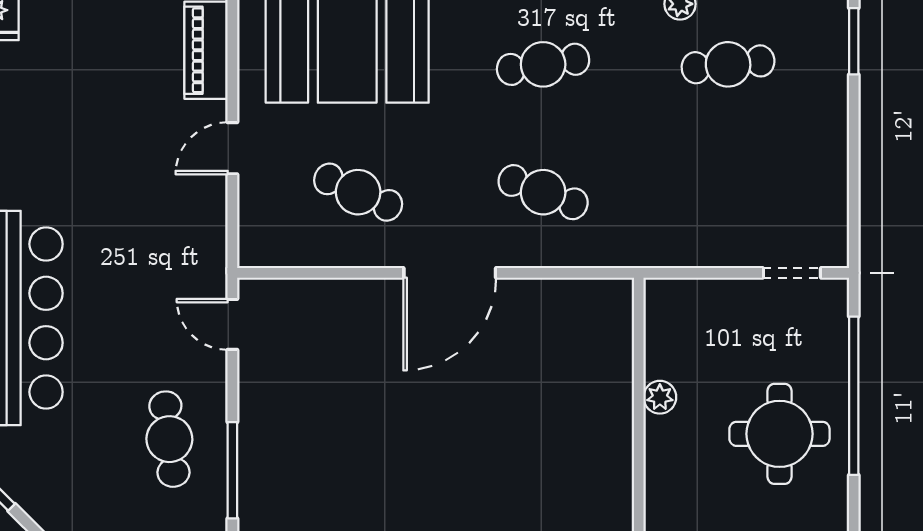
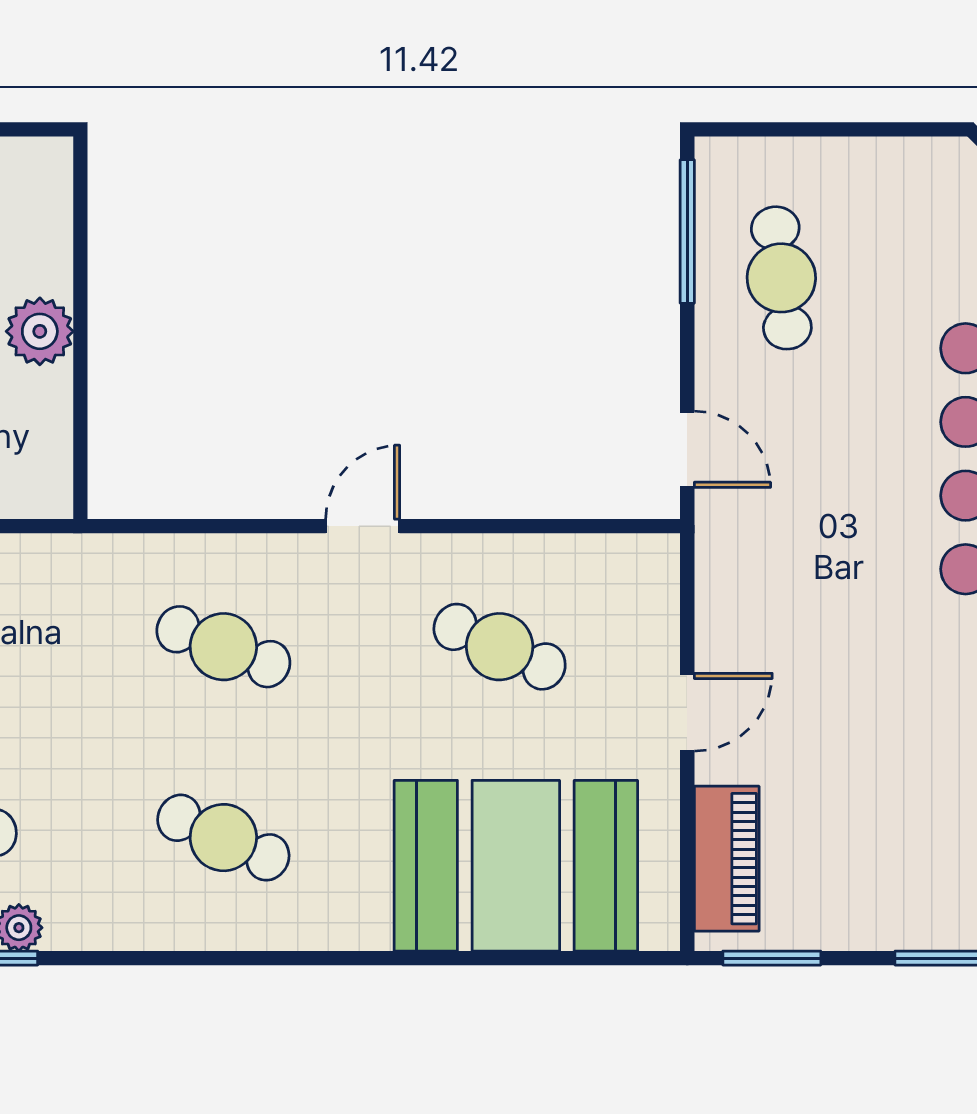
cafe table: (543, 64) -> (223, 838), turned 33
door: (450, 273) -> (363, 526), width x0.53
plant: (660, 397) -> (40, 331), width x1.38, depth x1.38

